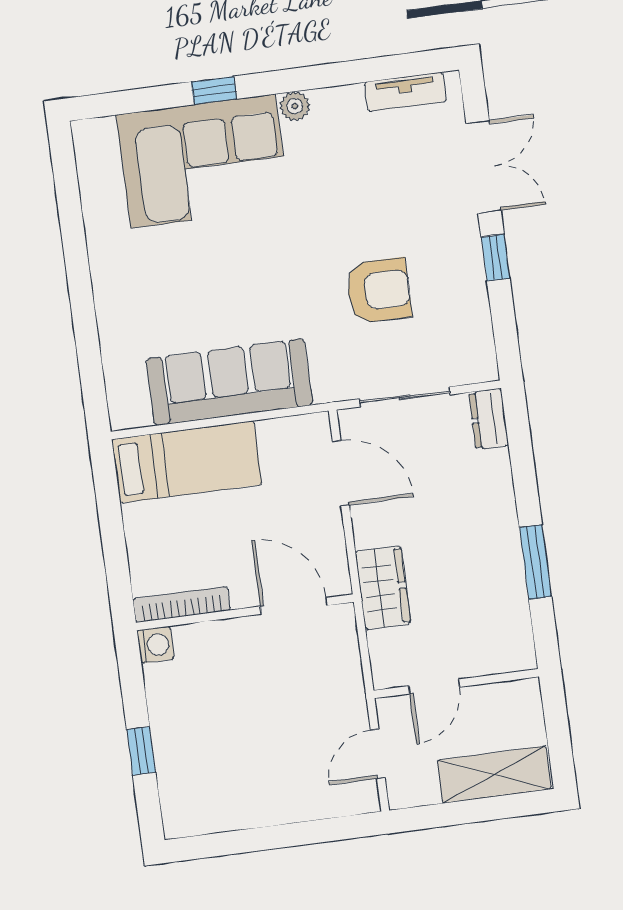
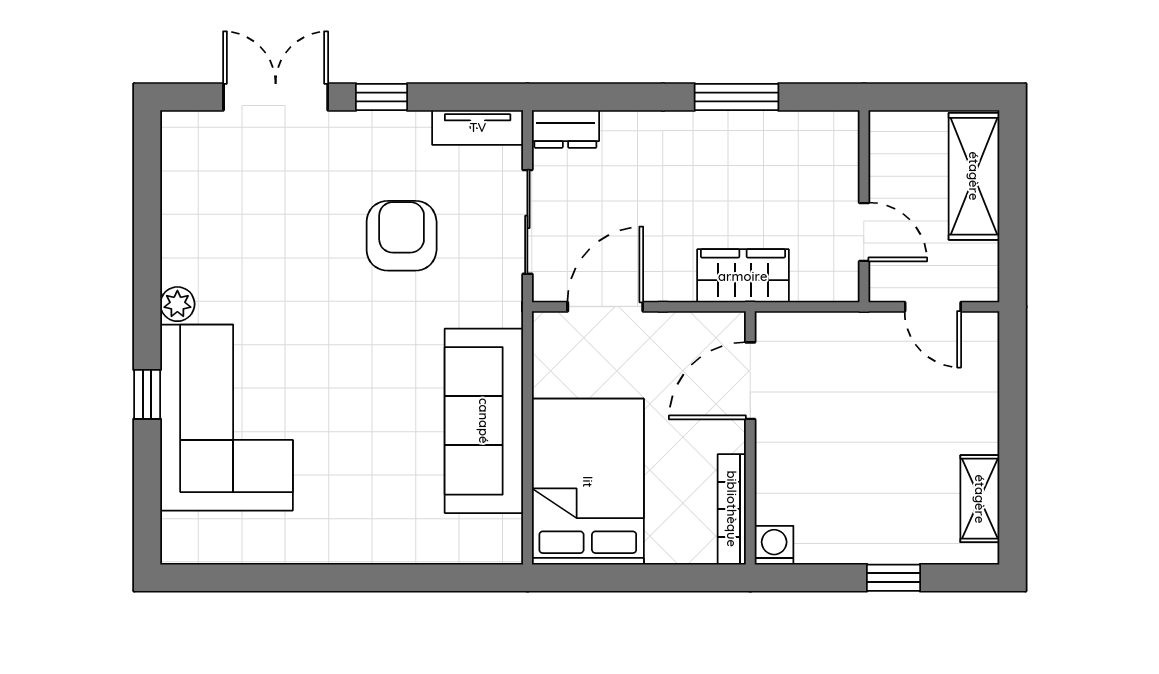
tv unit: (405, 92) -> (478, 127), moved, turned 90
bed: (187, 462) -> (588, 482), width x1.50
shelving: (219, 816) -> (980, 499), added

